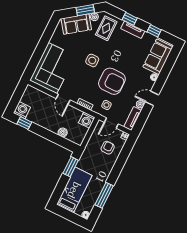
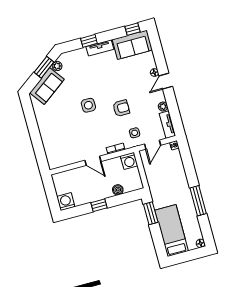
rug: (106, 28) -> (76, 67), removed
window: (154, 31) -> (132, 29), moved
sofa: (158, 57) -> (132, 45), moved, turned -90
corner sofa: (52, 68) -> (60, 142), removed
armchair: (112, 81) -> (121, 108), width x0.53, depth x0.53
door: (152, 98) -> (166, 81), moved
window: (24, 123) -> (99, 205), moved
armchair: (108, 148) -> (168, 169), removed
window: (104, 195) -> (198, 201), moved

